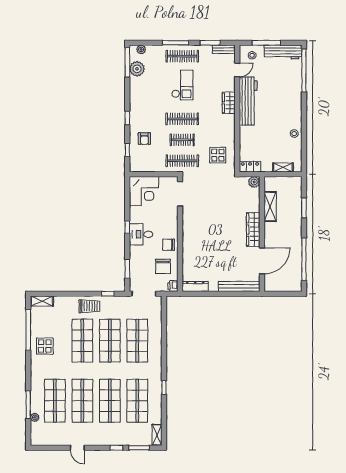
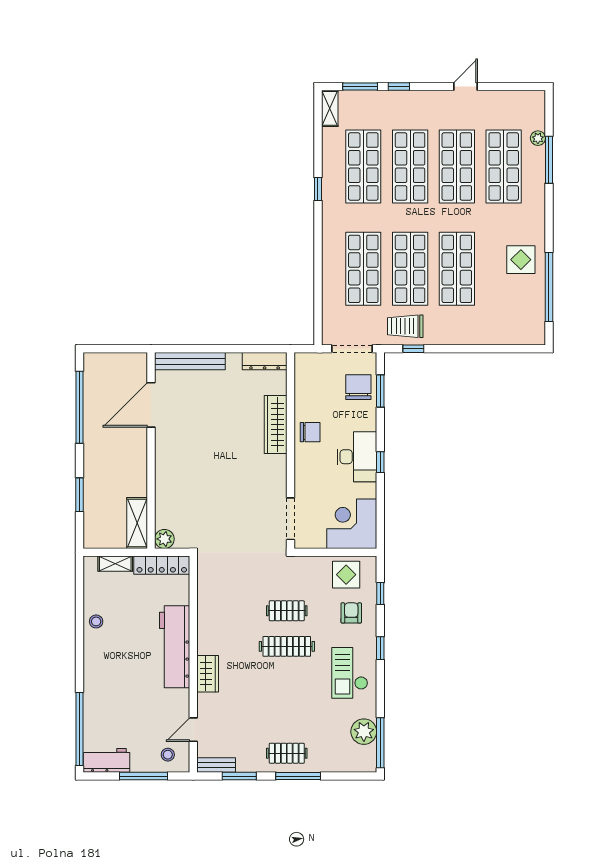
plant: (141, 49) -> (357, 765), removed
workbench: (283, 52) -> (107, 760), width x0.73
clothes rail: (182, 56) -> (287, 753), width x0.73
checkout: (182, 85) -> (350, 673), moved
workbench: (248, 101) -> (175, 647), moved
display table: (218, 155) -> (346, 575), moved
clothes rail: (182, 161) -> (287, 575), removed
locker: (250, 167) -> (162, 565), width x1.53
shelving: (270, 207) -> (137, 523), moved
wardrobe: (253, 230) -> (276, 425), moved, turned 180
desk: (141, 234) -> (357, 457), width x1.37
chair: (163, 266) -> (358, 387), moved
printer: (173, 286) -> (303, 362), removed
shelving: (42, 301) -> (526, 336), removed
trolley: (89, 306) -> (405, 326), moved
door: (77, 448) -> (465, 87), hinge flipped

